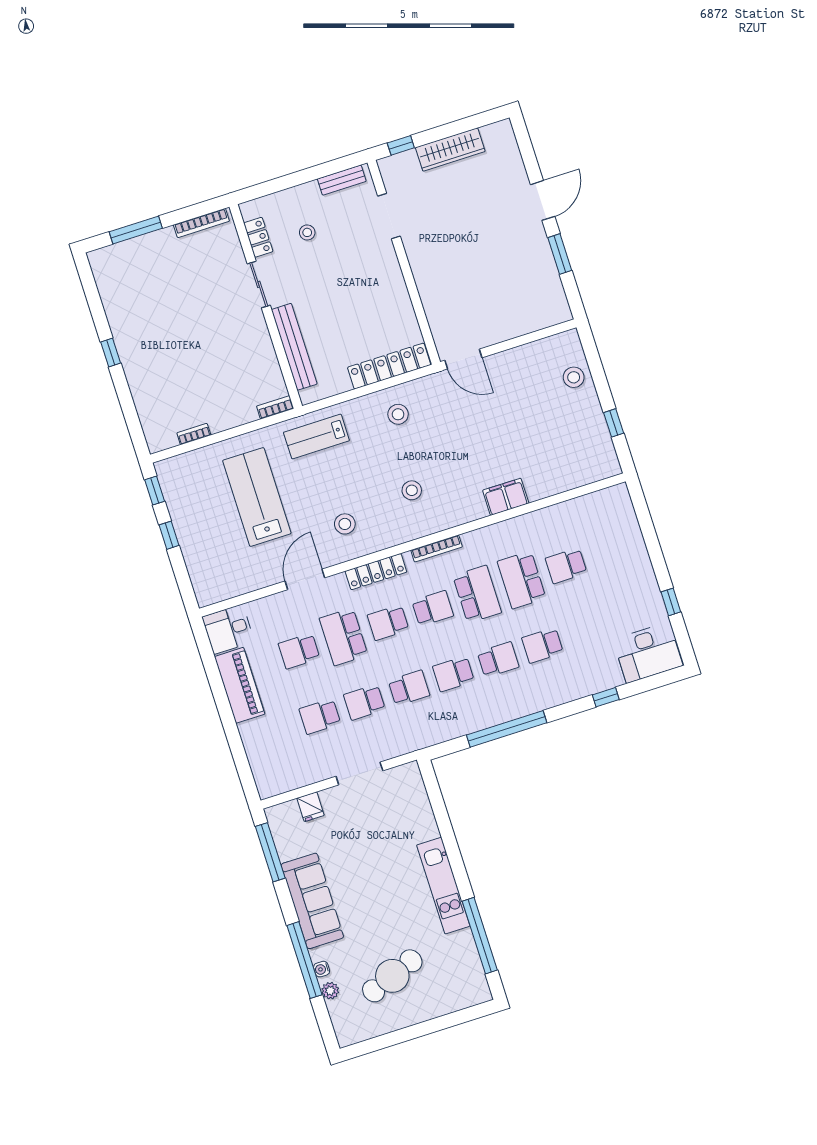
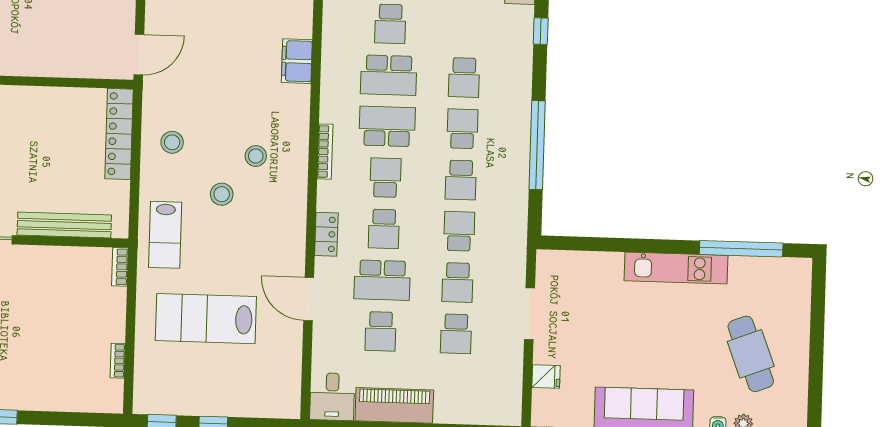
stool: (345, 524) -> (222, 194), moved
locker: (376, 572) -> (326, 234), width x0.66

